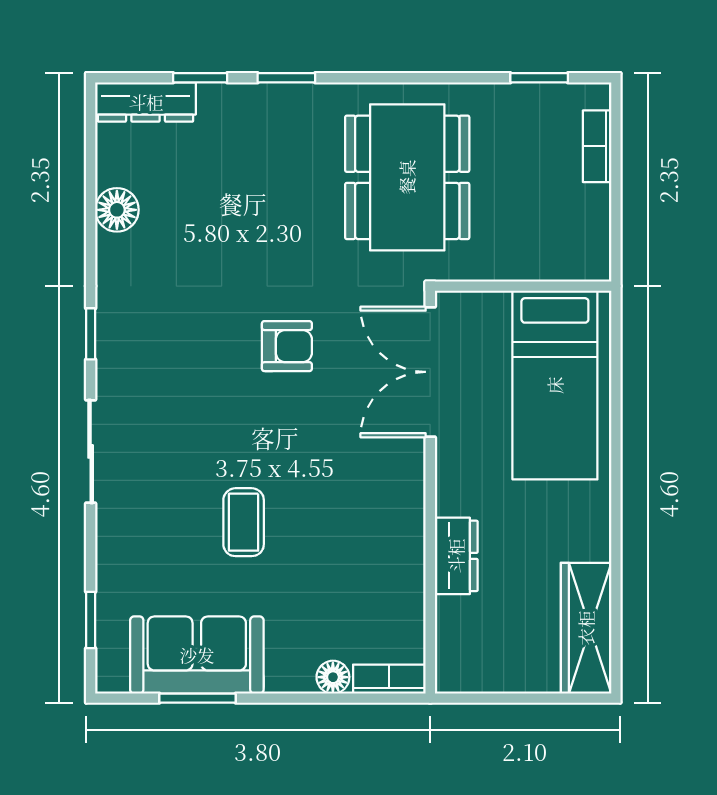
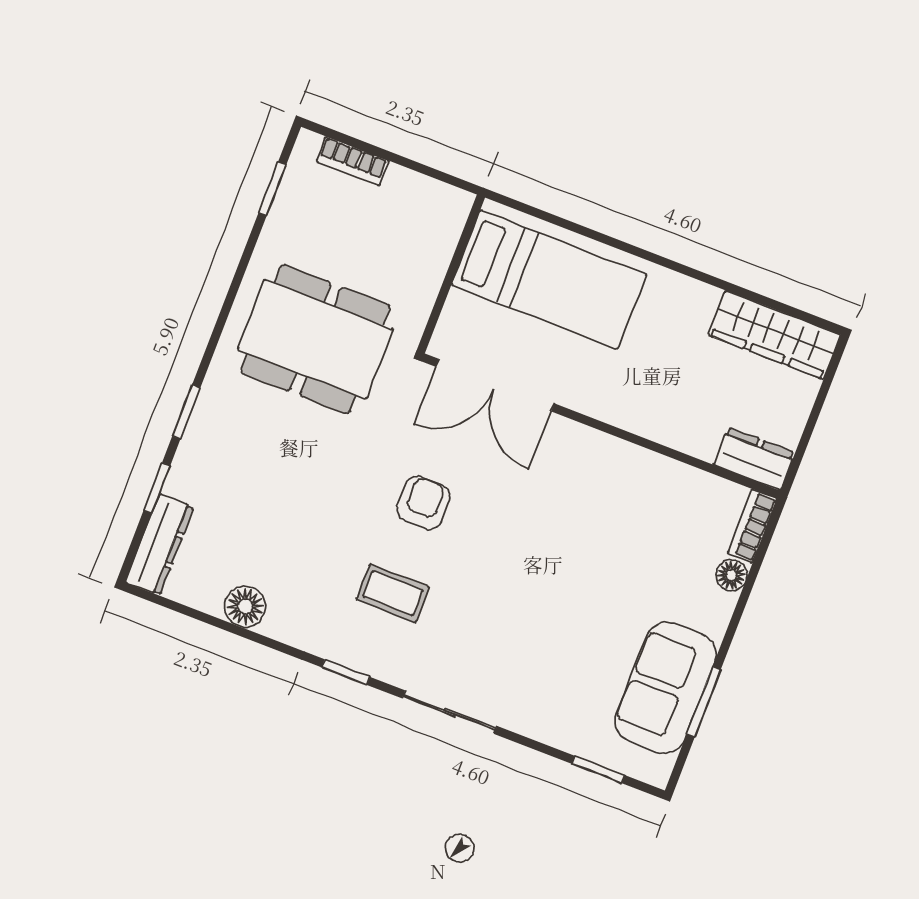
coffee table: (244, 522) -> (393, 593), moved
dresser: (456, 556) -> (754, 459), moved

